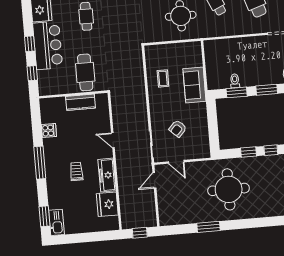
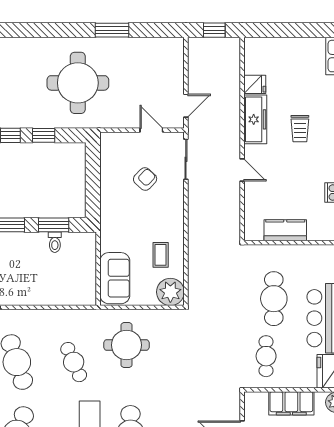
plant: (154, 54) -> (170, 292), added
cafe table: (85, 72) -> (274, 299), moved
sofa: (194, 85) -> (115, 278), moved
fridge: (107, 204) -> (255, 84), width x0.53, depth x0.75

